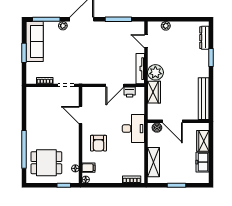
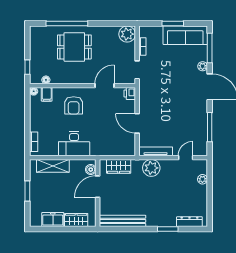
printer: (130, 92) -> (130, 94), moved
wardrobe: (154, 92) -> (119, 166), moved
plant: (34, 94) -> (127, 34), added
desk: (133, 129) -> (74, 144), moved
armchair: (99, 143) -> (74, 105), turned -90
dining table: (46, 163) -> (74, 47), moved, turned 90

